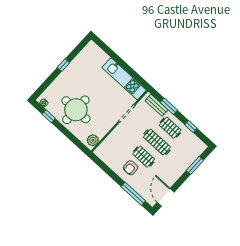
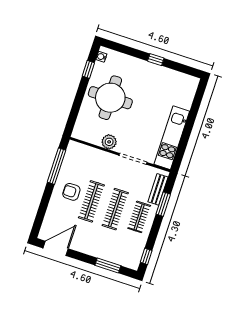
window: (191, 127) -> (146, 256), moved
plant: (93, 140) -> (109, 142), moved
clothes rail: (144, 157) -> (91, 201), width x1.36
window: (133, 194) -> (57, 166), moved

